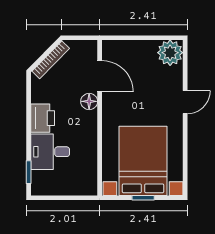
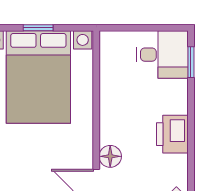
desk: (50, 152) -> (162, 55), moved

